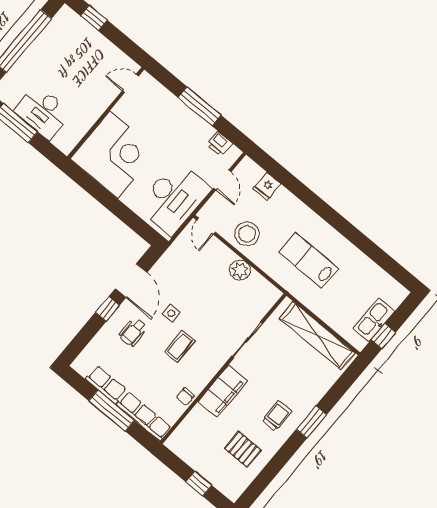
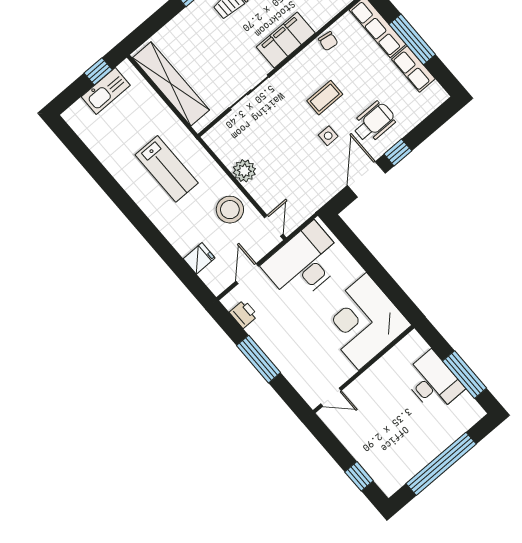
wheelchair: (133, 332) -> (374, 122), width x1.36, depth x1.37
chair: (185, 397) -> (328, 41), turned 99

